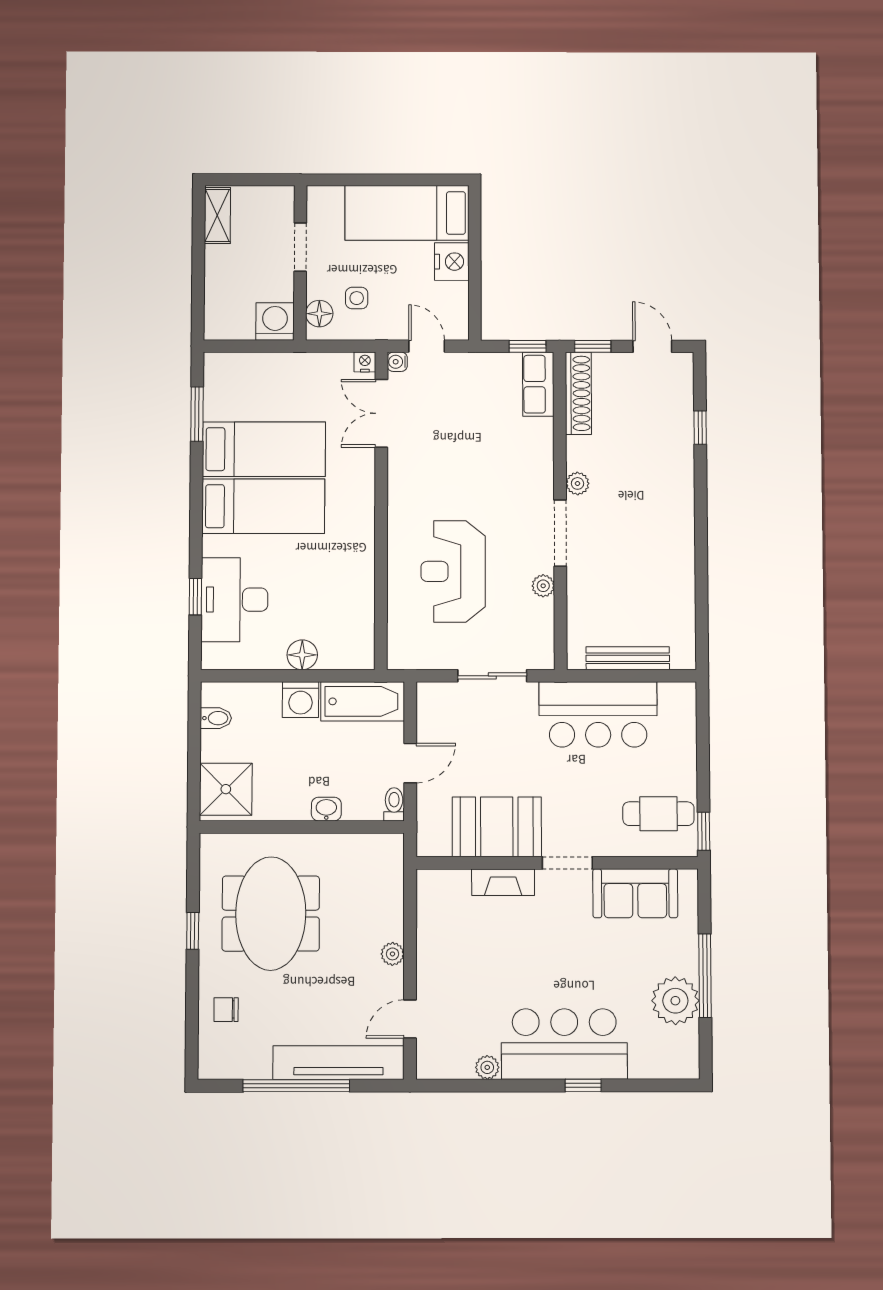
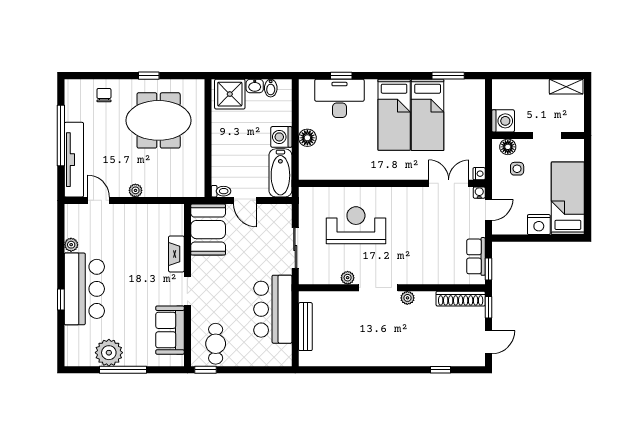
row of seats: (538, 384) -> (476, 256), moved, turned -90
washbasin: (326, 809) -> (255, 86), moved, turned 90
booth: (497, 827) -> (208, 230), moved

